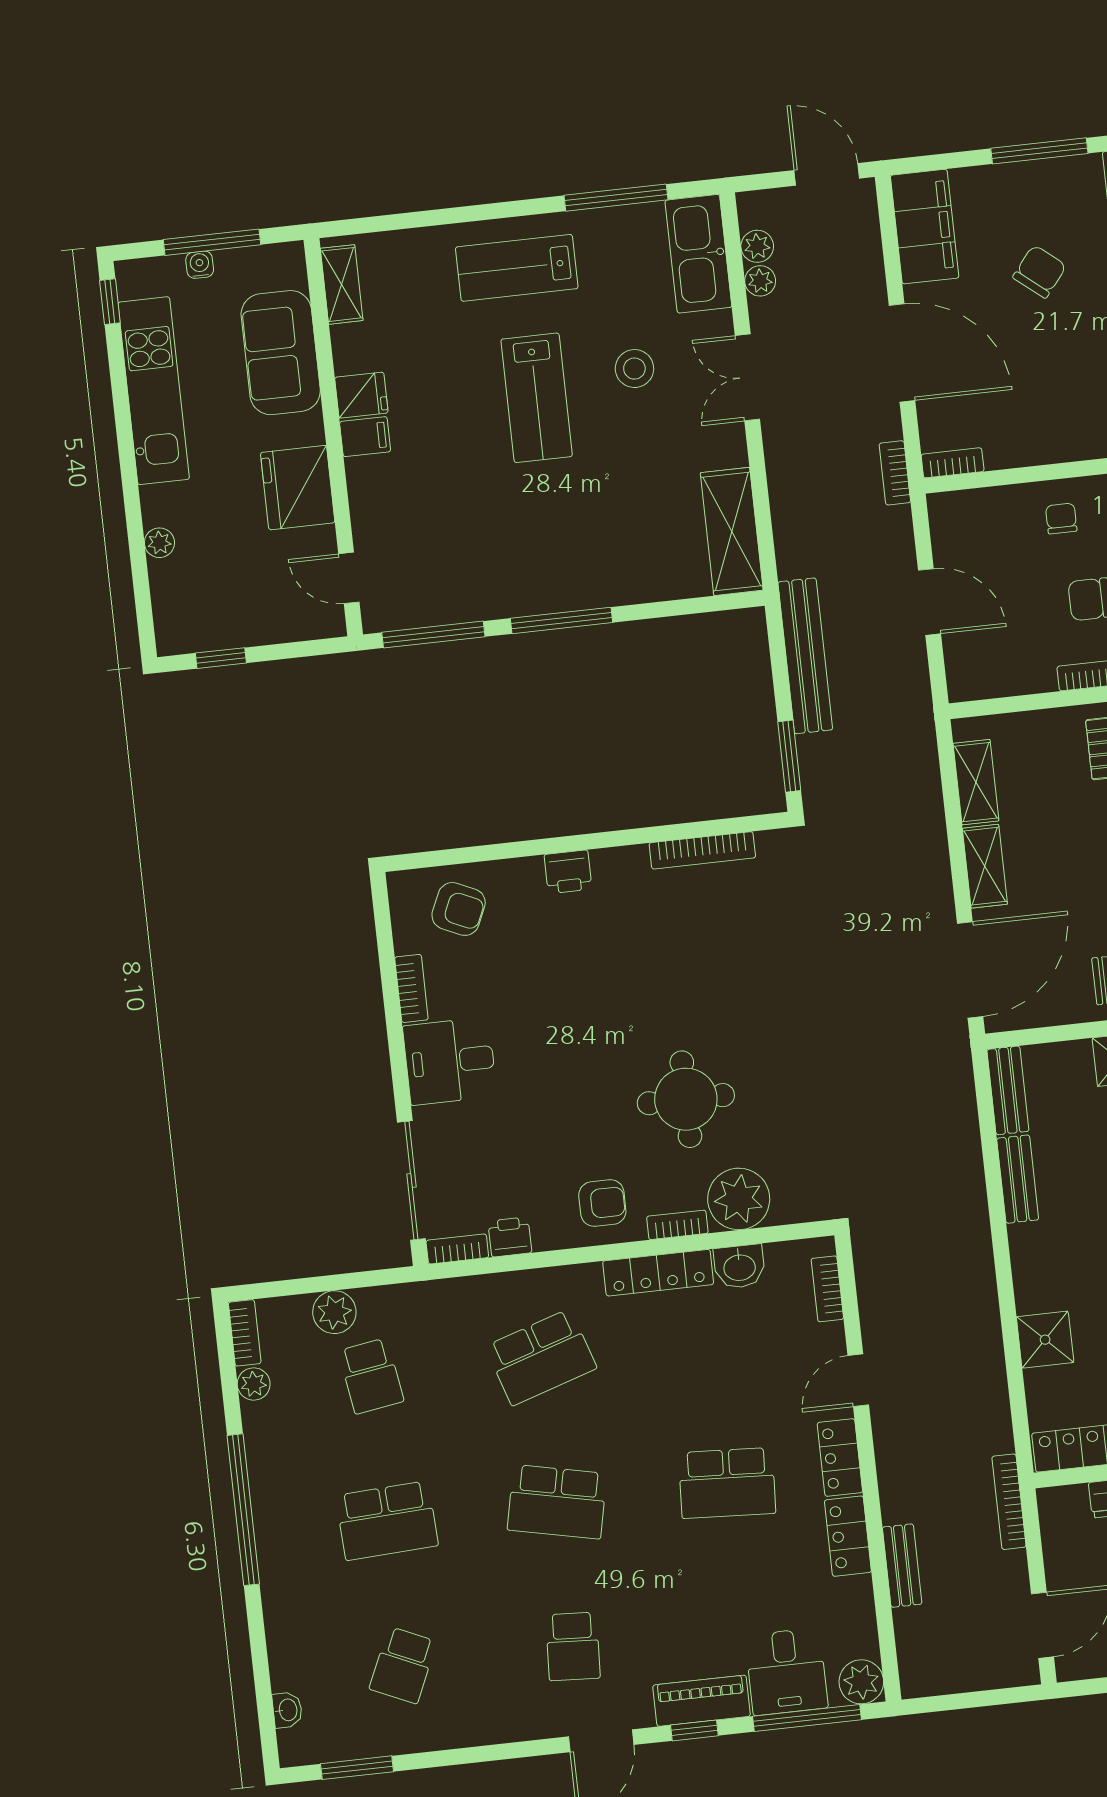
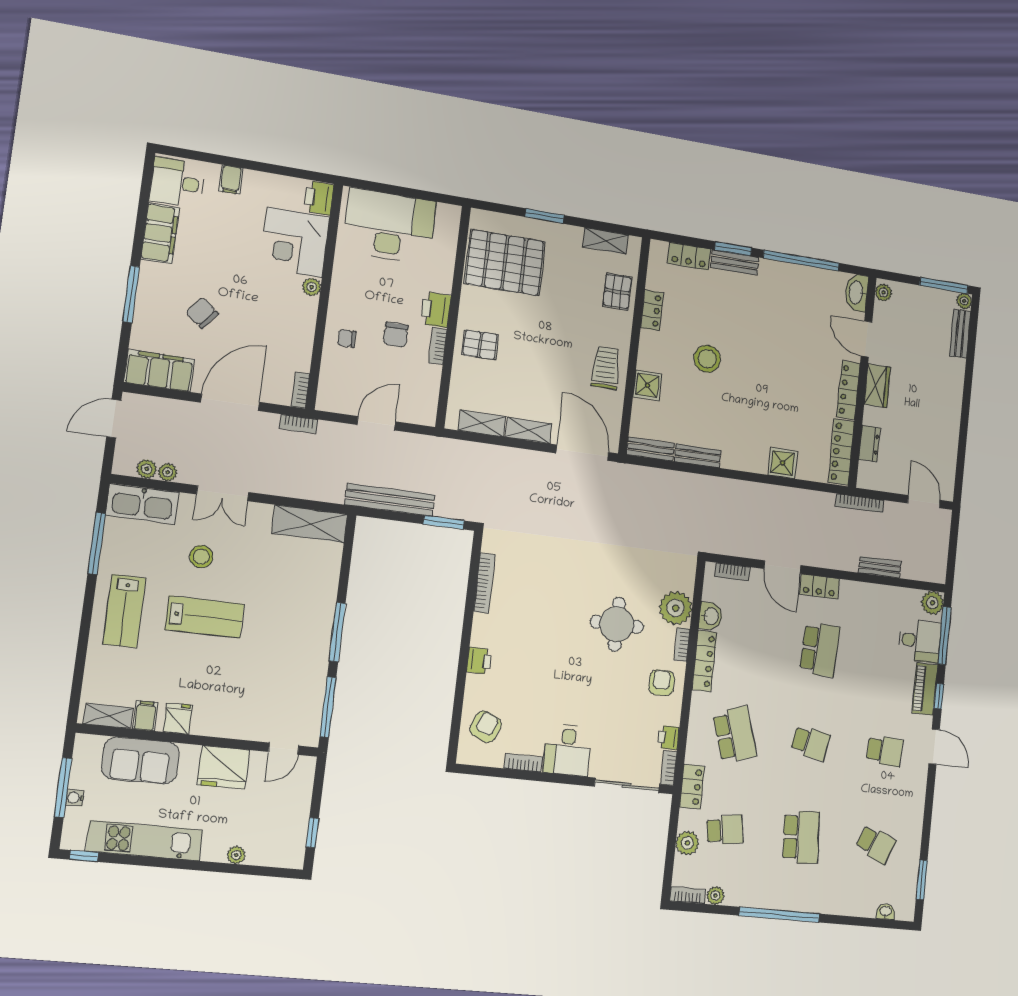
filing cabinet: (365, 437) -> (145, 716), moved
door: (858, 1380) -> (782, 567), width x1.38
school desk: (557, 1502) -> (810, 743), width x0.54
locker: (848, 1536) -> (692, 787), moved, turned -90

